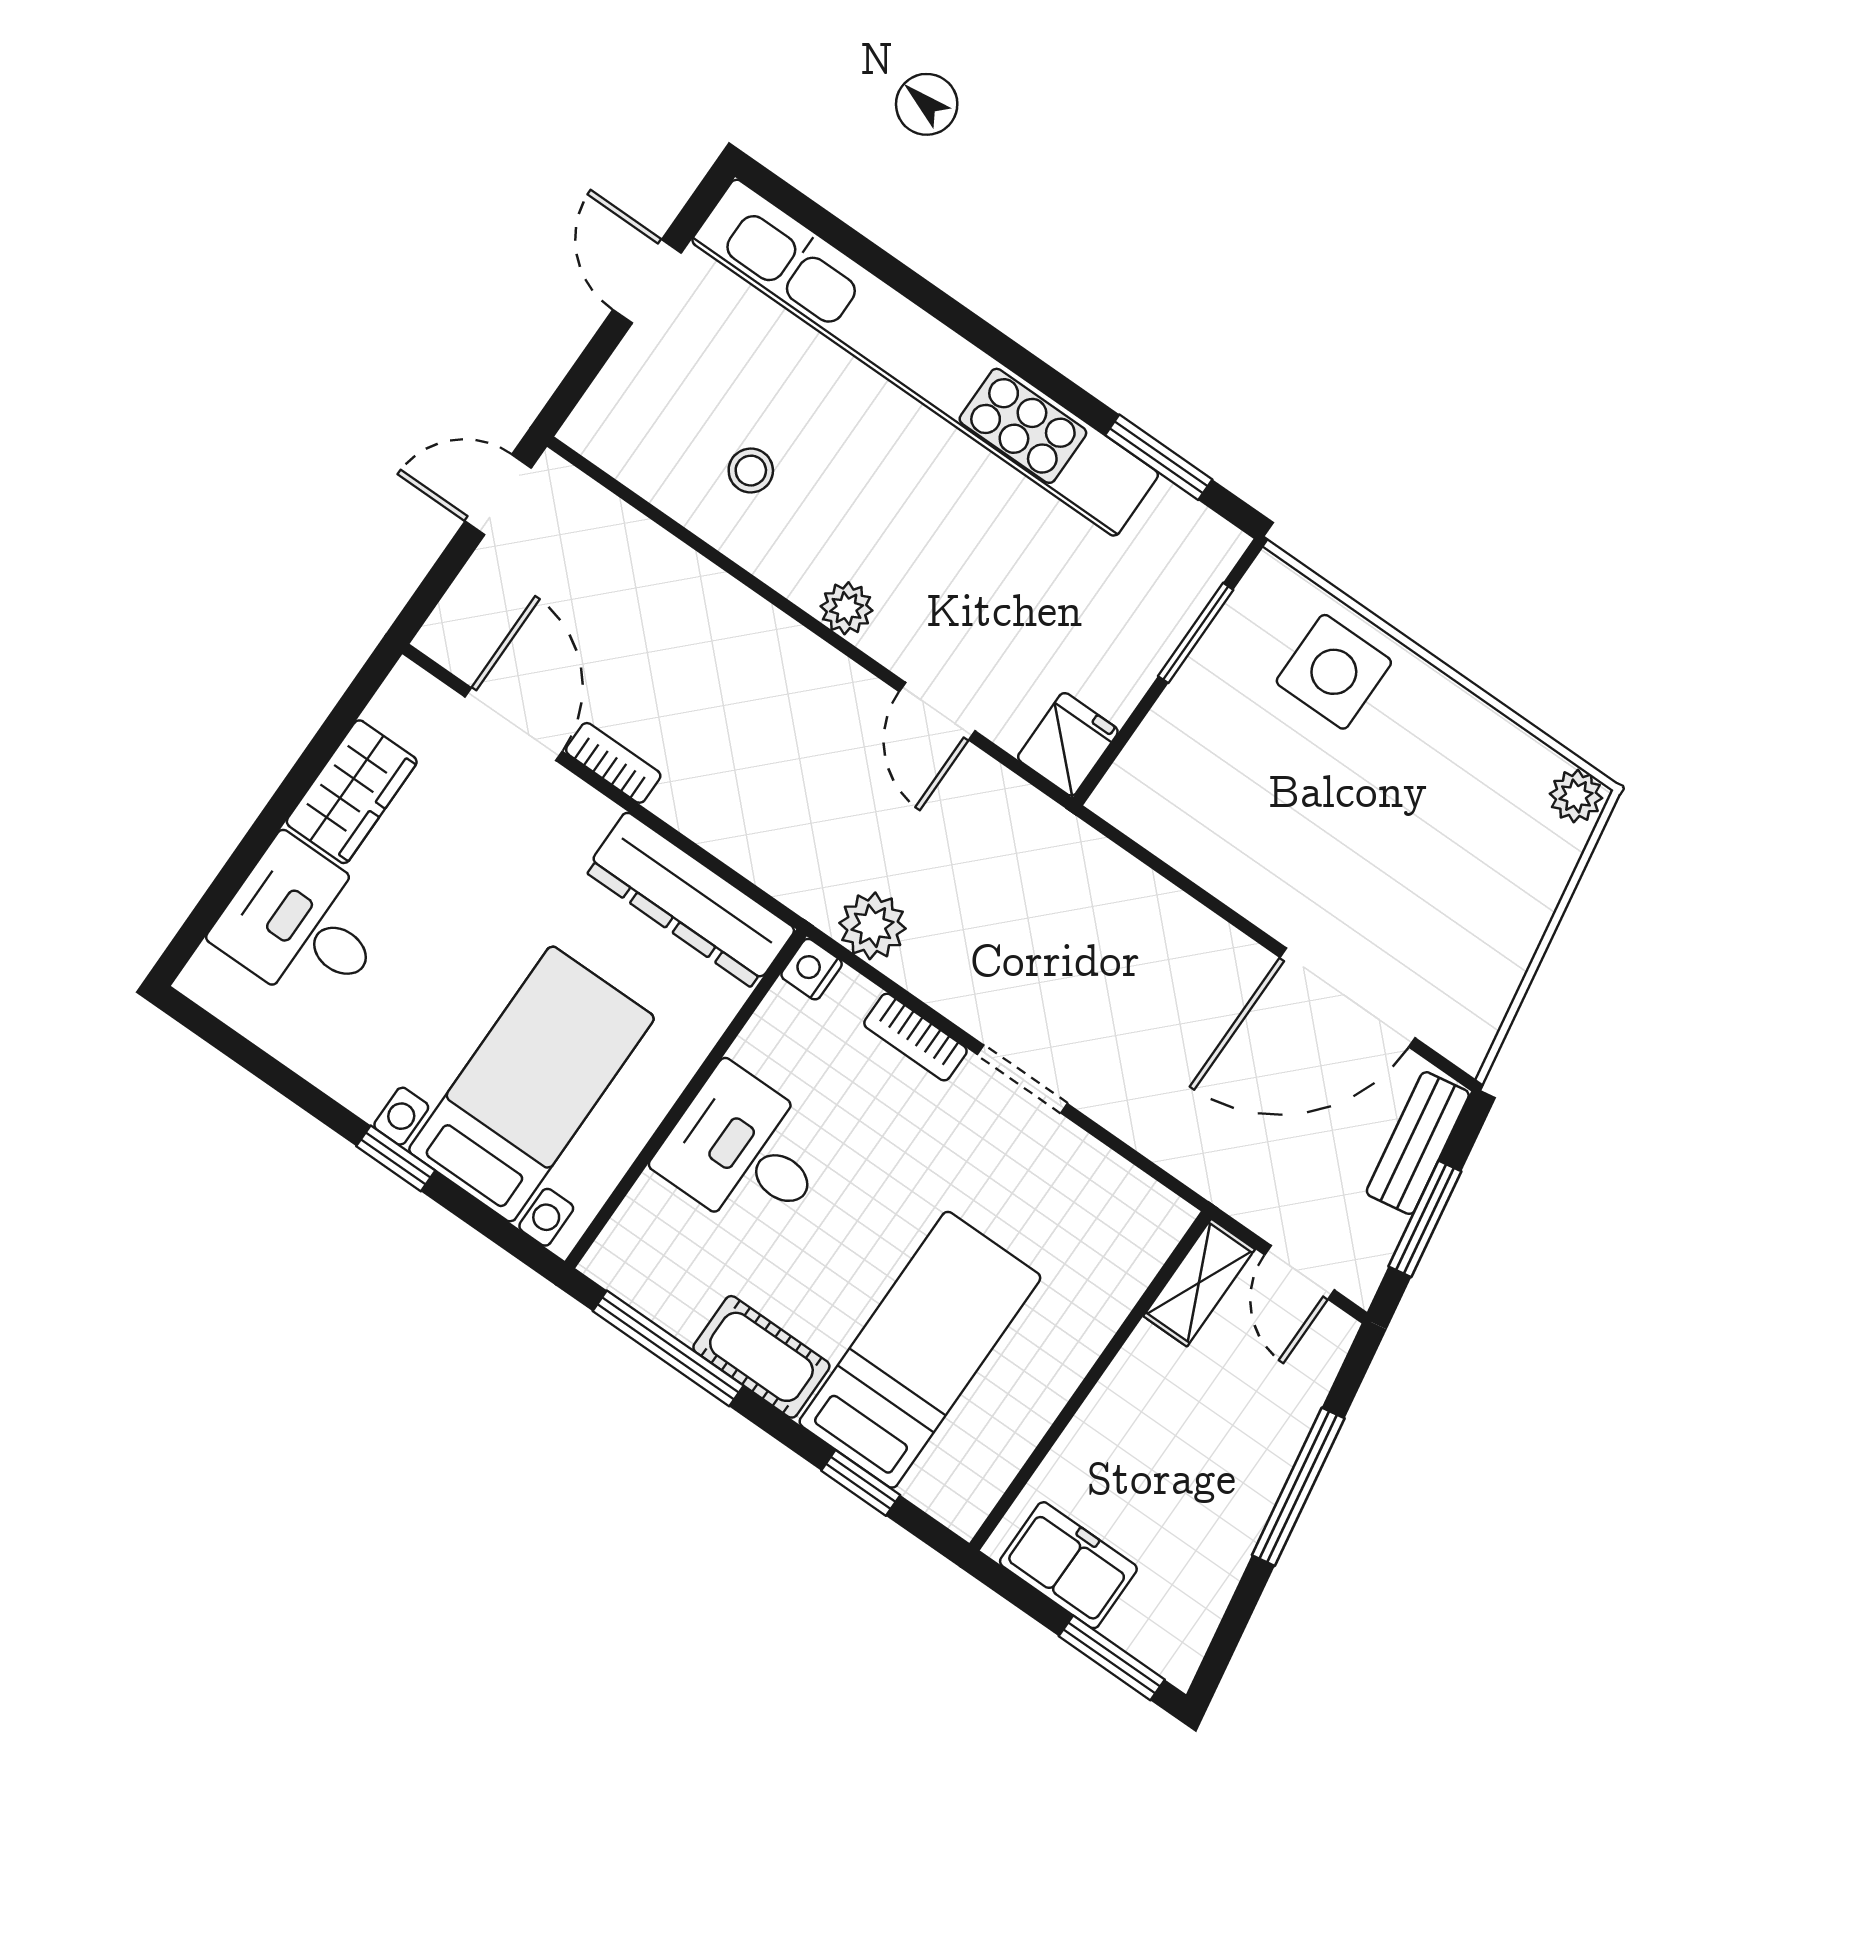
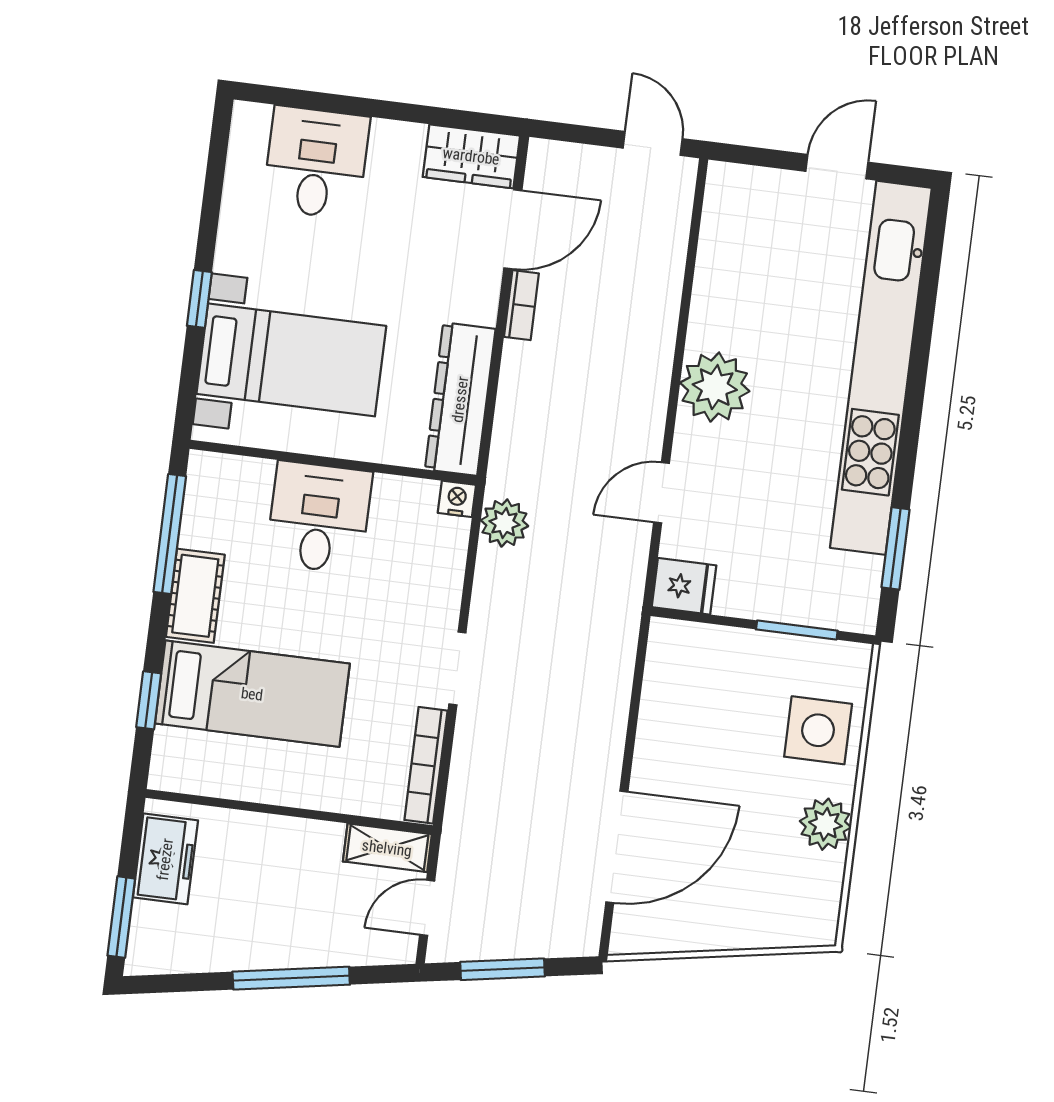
stool: (751, 471) -> (752, 295), removed
plant: (847, 608) -> (715, 387), width x1.88, depth x1.88
wardrobe: (352, 792) -> (471, 156), moved
plant: (1576, 796) -> (825, 824), moved, width x1.38, depth x1.38
door: (1348, 998) -> (617, 847), swing flipped
bookcase: (915, 1037) -> (426, 765), moved, width x1.56
bench: (1418, 1143) -> (548, 940), removed

